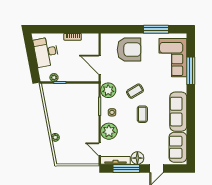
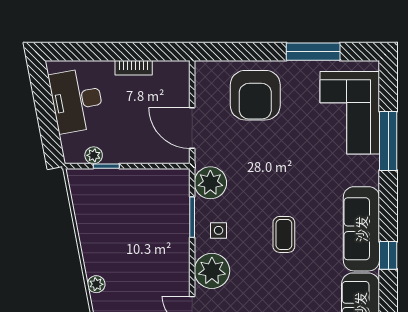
armchair: (129, 50) -> (255, 95), turned 90
coffee table: (135, 91) -> (268, 185), removed
window: (191, 124) -> (388, 255), added

